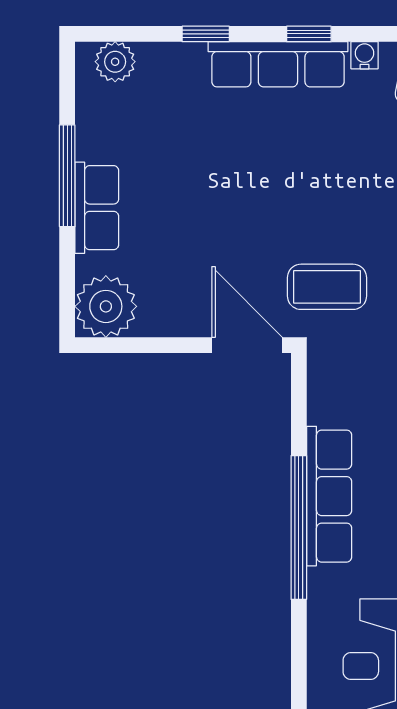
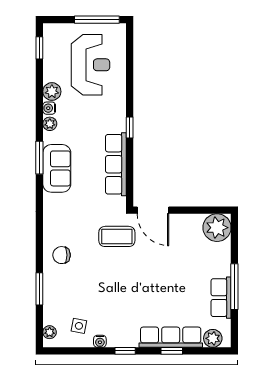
row of seats: (278, 64) -> (171, 337), moved
row of seats: (97, 208) -> (221, 298), moved
row of seats: (329, 496) -> (116, 164), moved
window: (299, 528) -> (130, 128), width x0.32

